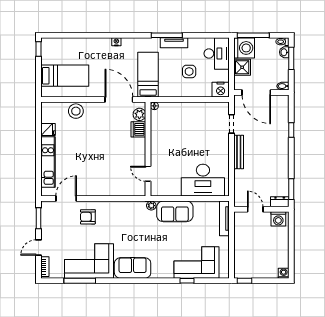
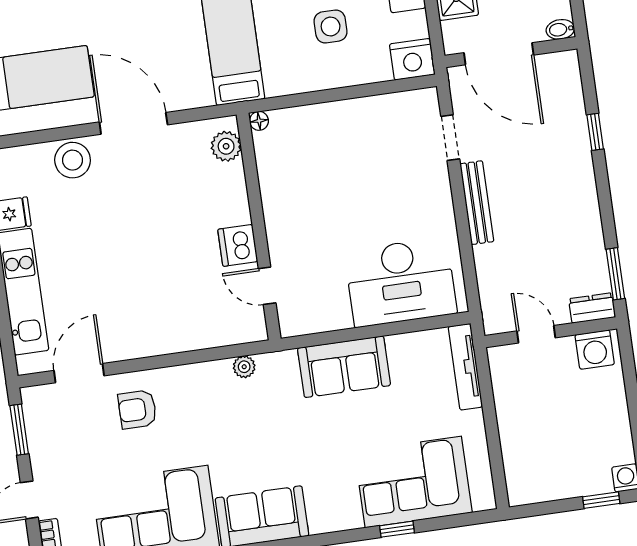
door: (119, 100) -> (133, 123), moved
dishwasher: (138, 129) -> (238, 245), moved
plant: (151, 206) -> (244, 367), moved
window: (245, 281) -> (601, 500), moved

